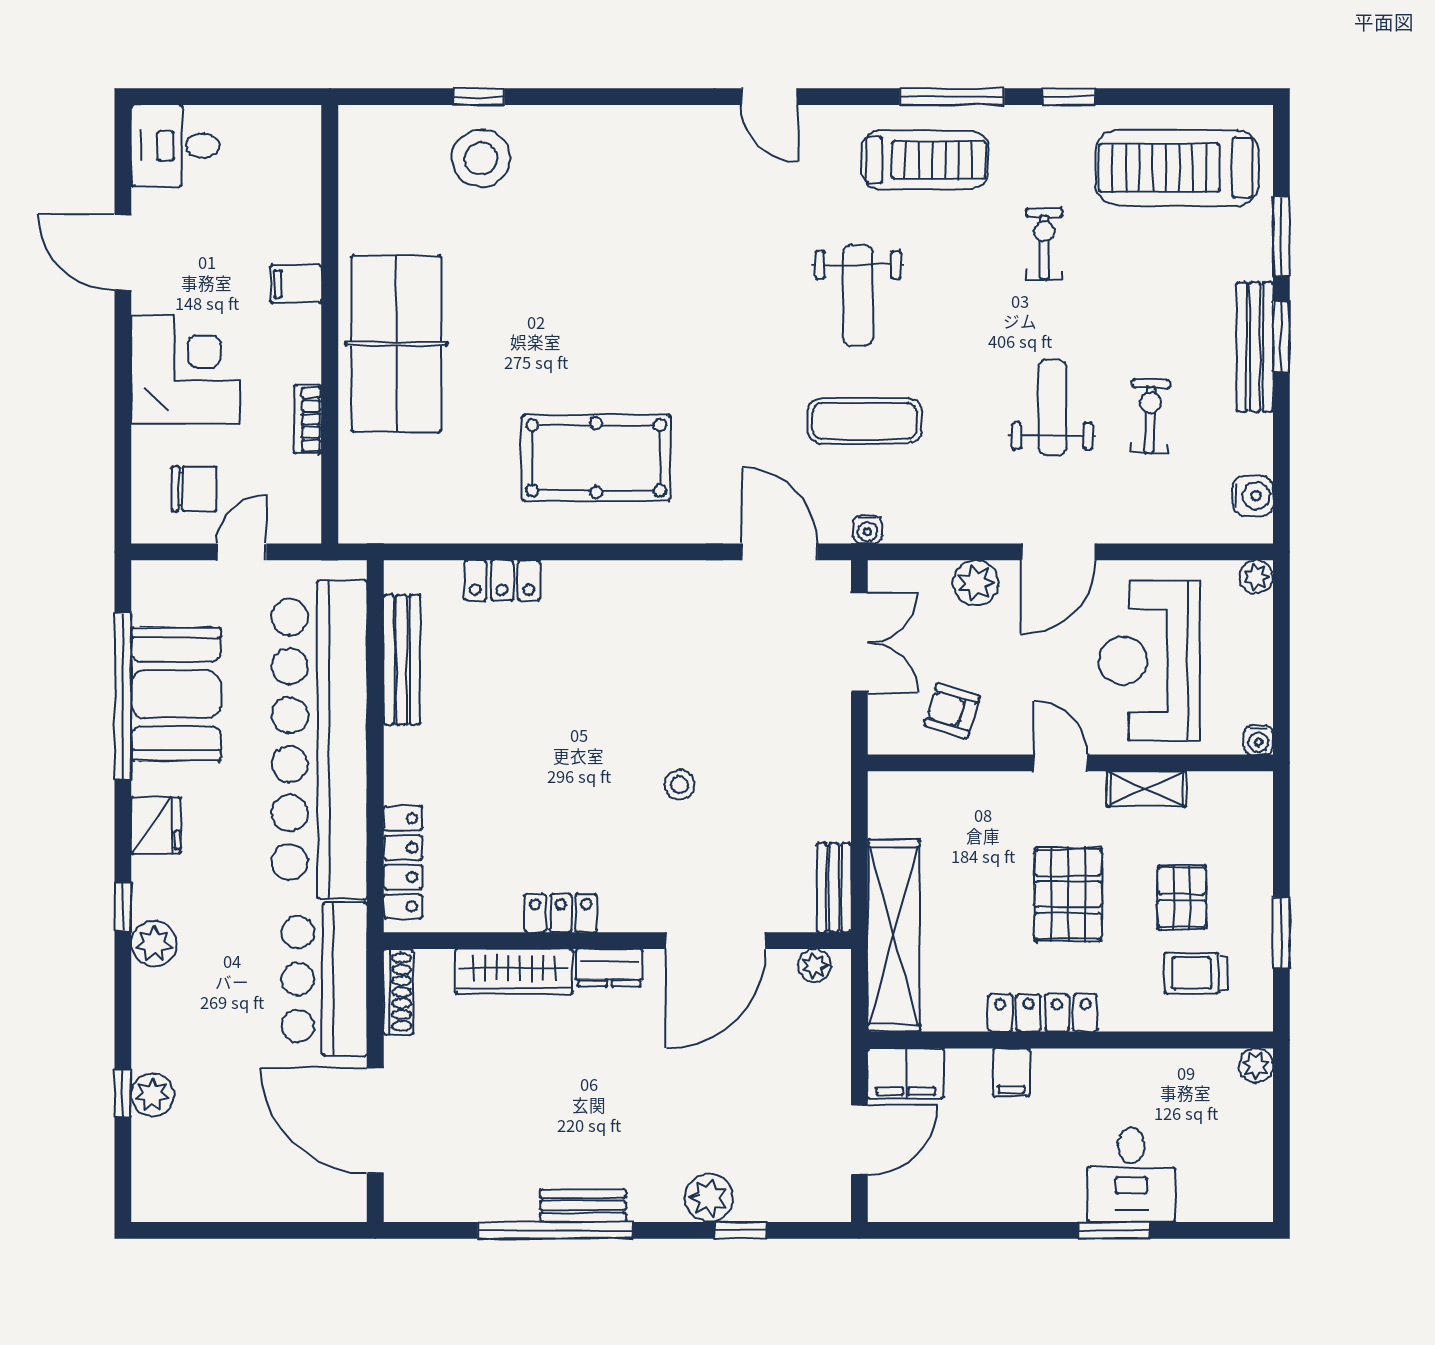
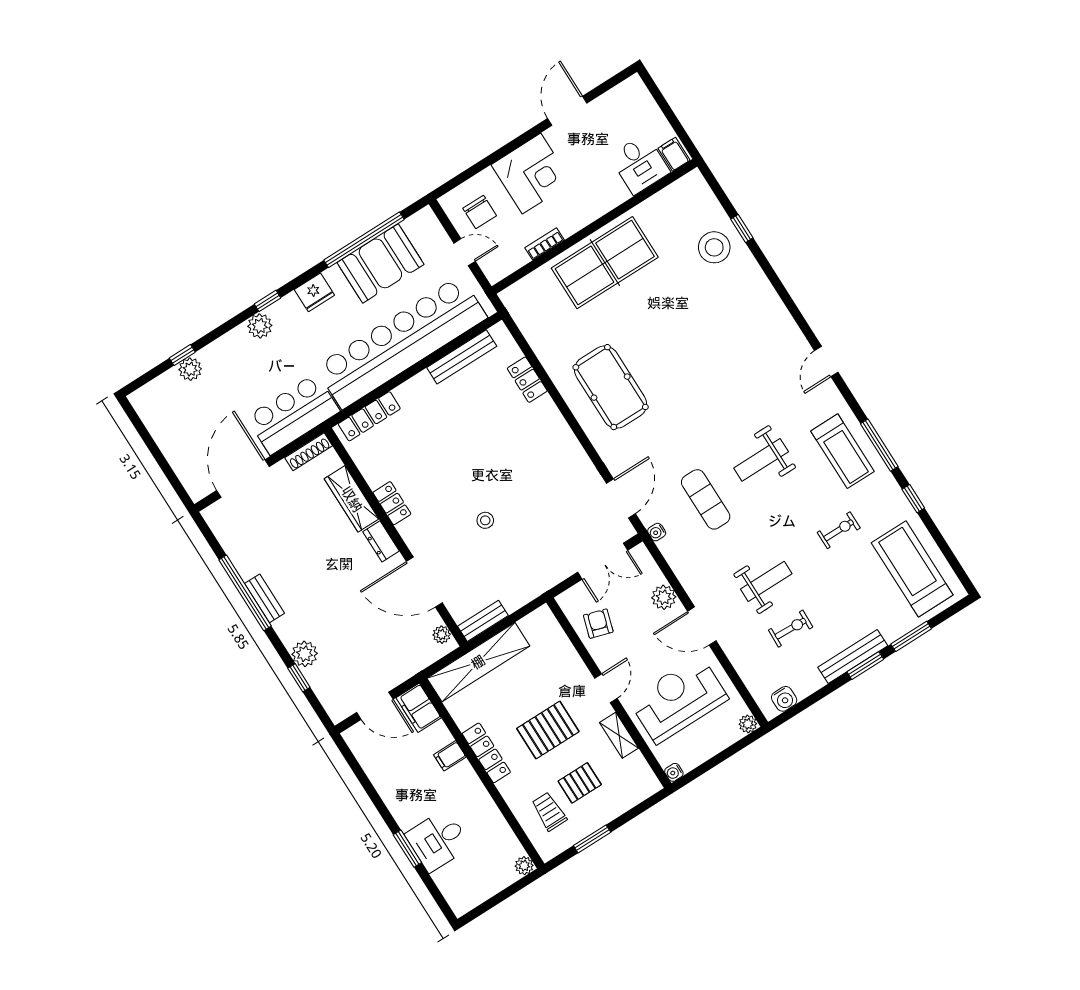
desk: (175, 146) -> (640, 164), moved, turned 180
filing cabinet: (296, 284) -> (674, 154), moved

